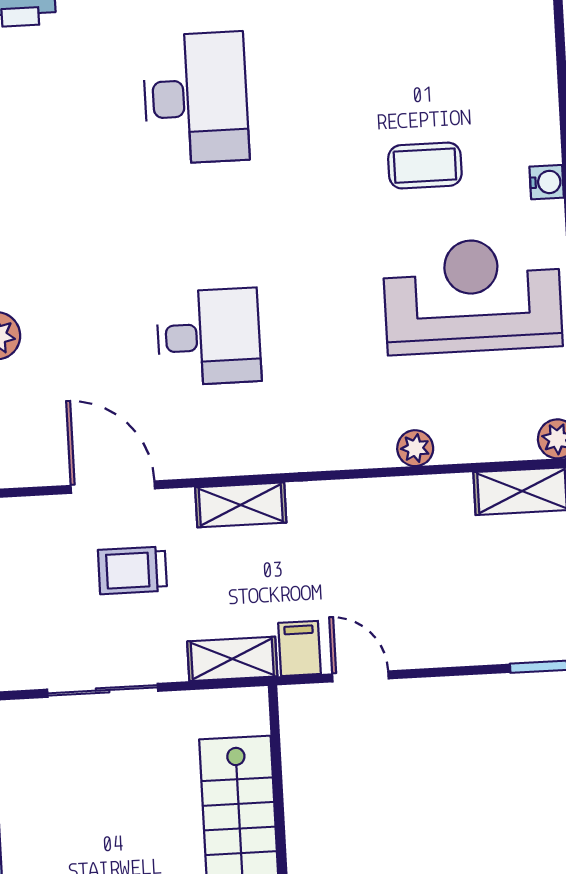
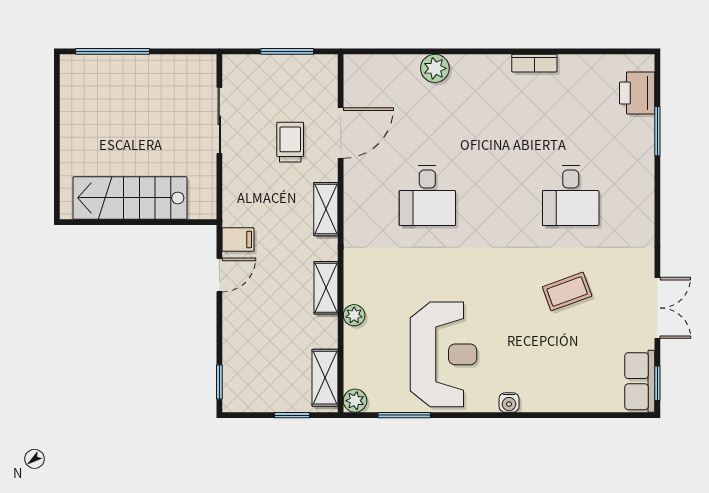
desk: (196, 98) -> (571, 195), width x0.73
coffee table: (425, 166) -> (567, 291), moved, turned 70
shelving: (232, 659) -> (326, 288), moved

